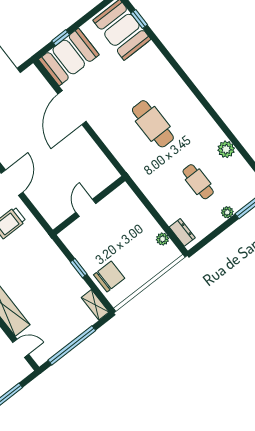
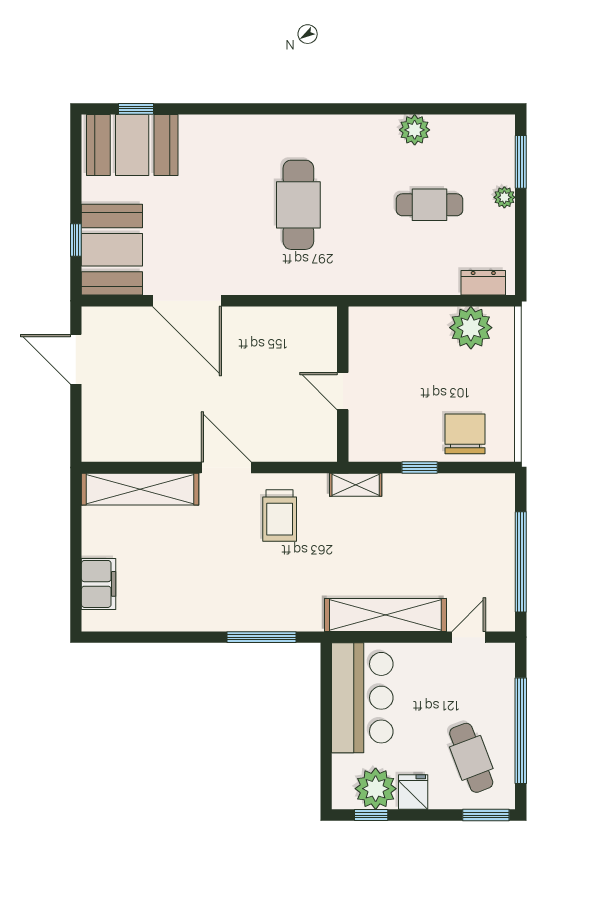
cafe table: (153, 124) -> (298, 205), turned 90
plant: (163, 239) -> (471, 328), width x1.87, depth x1.87
shelving: (95, 305) -> (356, 485), moved

